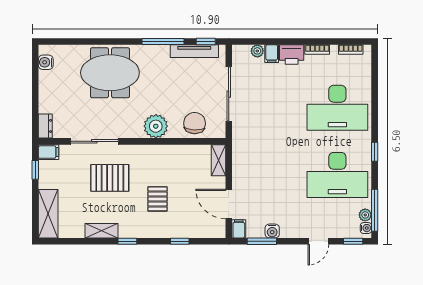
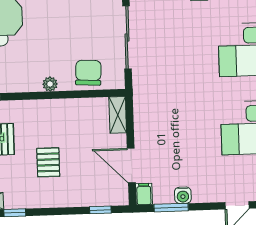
plant: (156, 126) -> (50, 84), width x0.53, depth x0.53
window: (180, 241) -> (100, 210), moved

